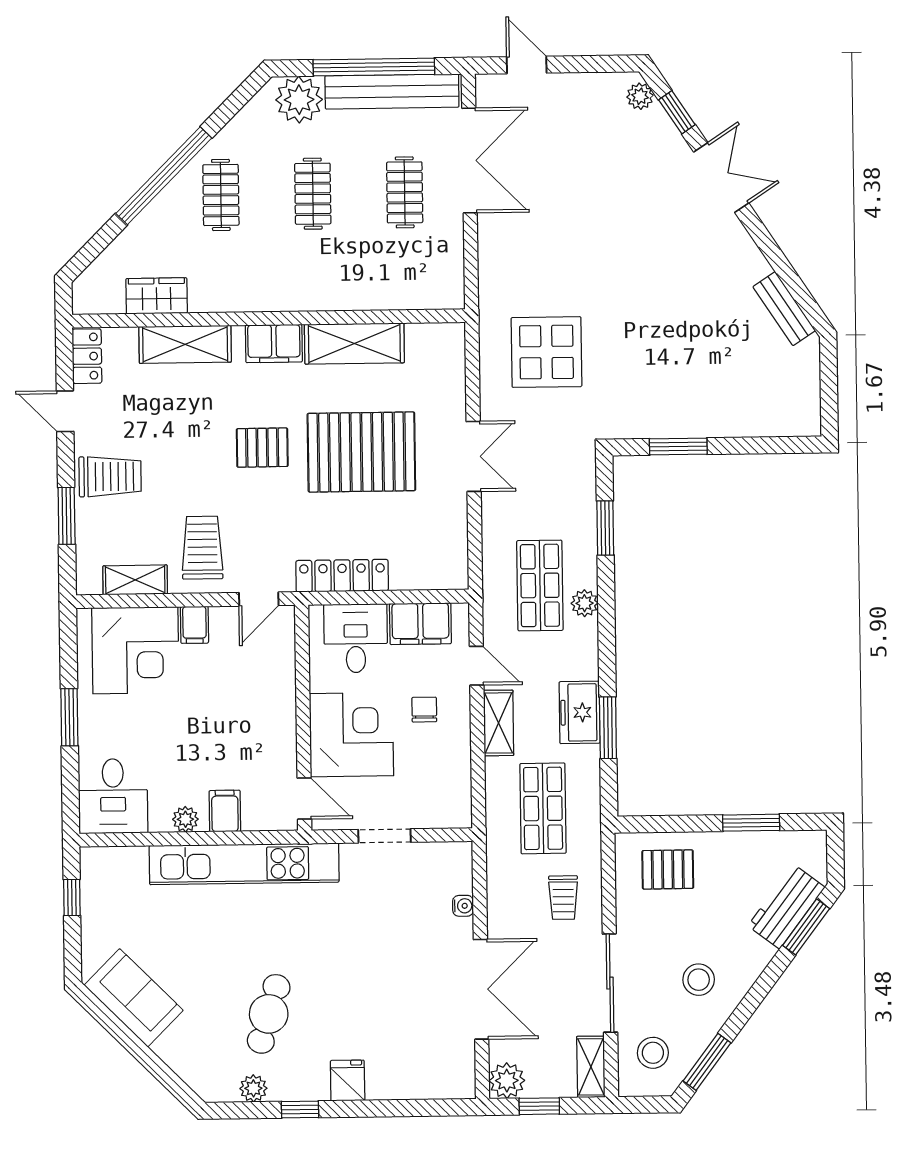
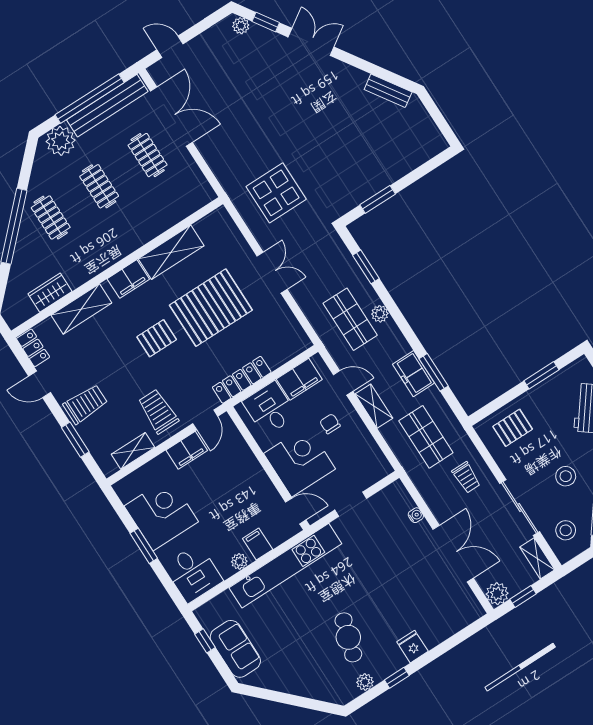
filing cabinet: (194, 625) -> (187, 450), width x2.00
corner desk: (135, 650) -> (161, 514), moved, turned -90
sofa: (134, 998) -> (235, 649), moved, turned 45

